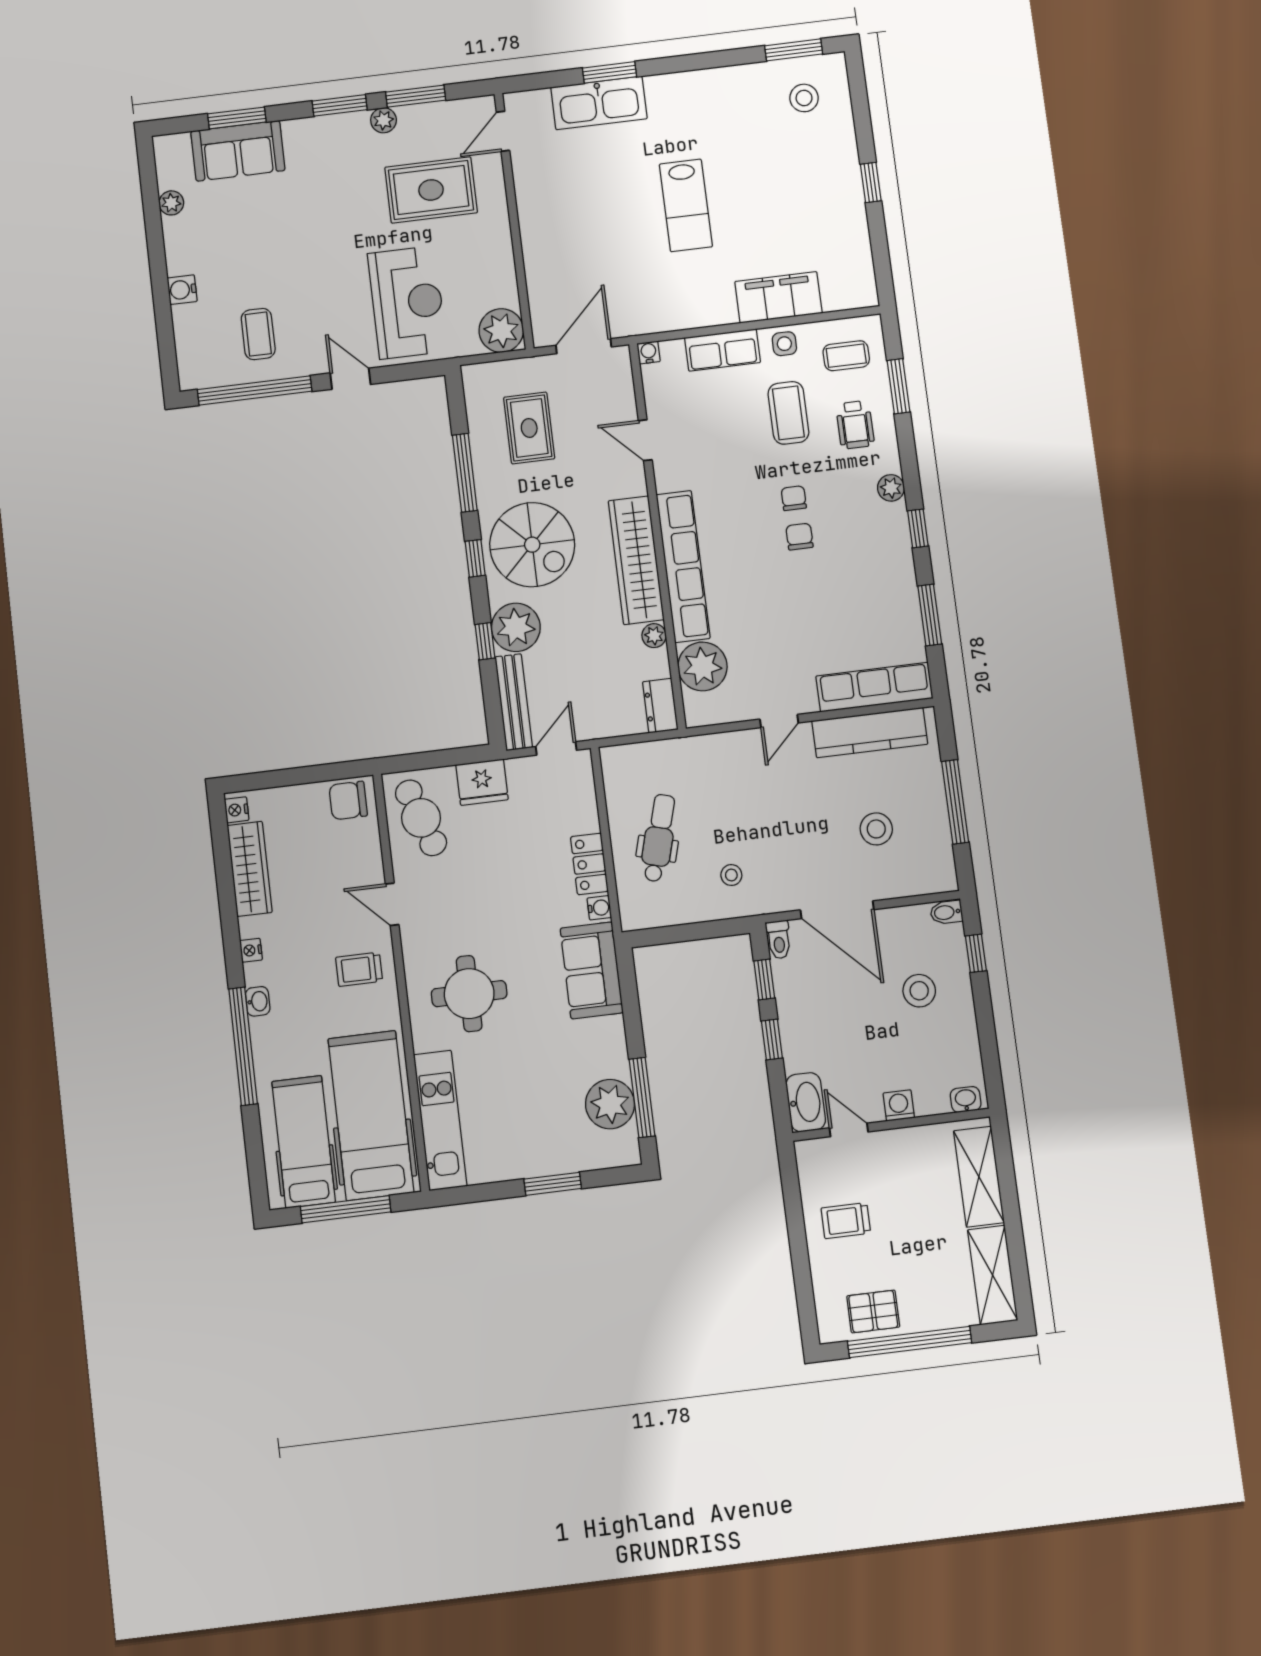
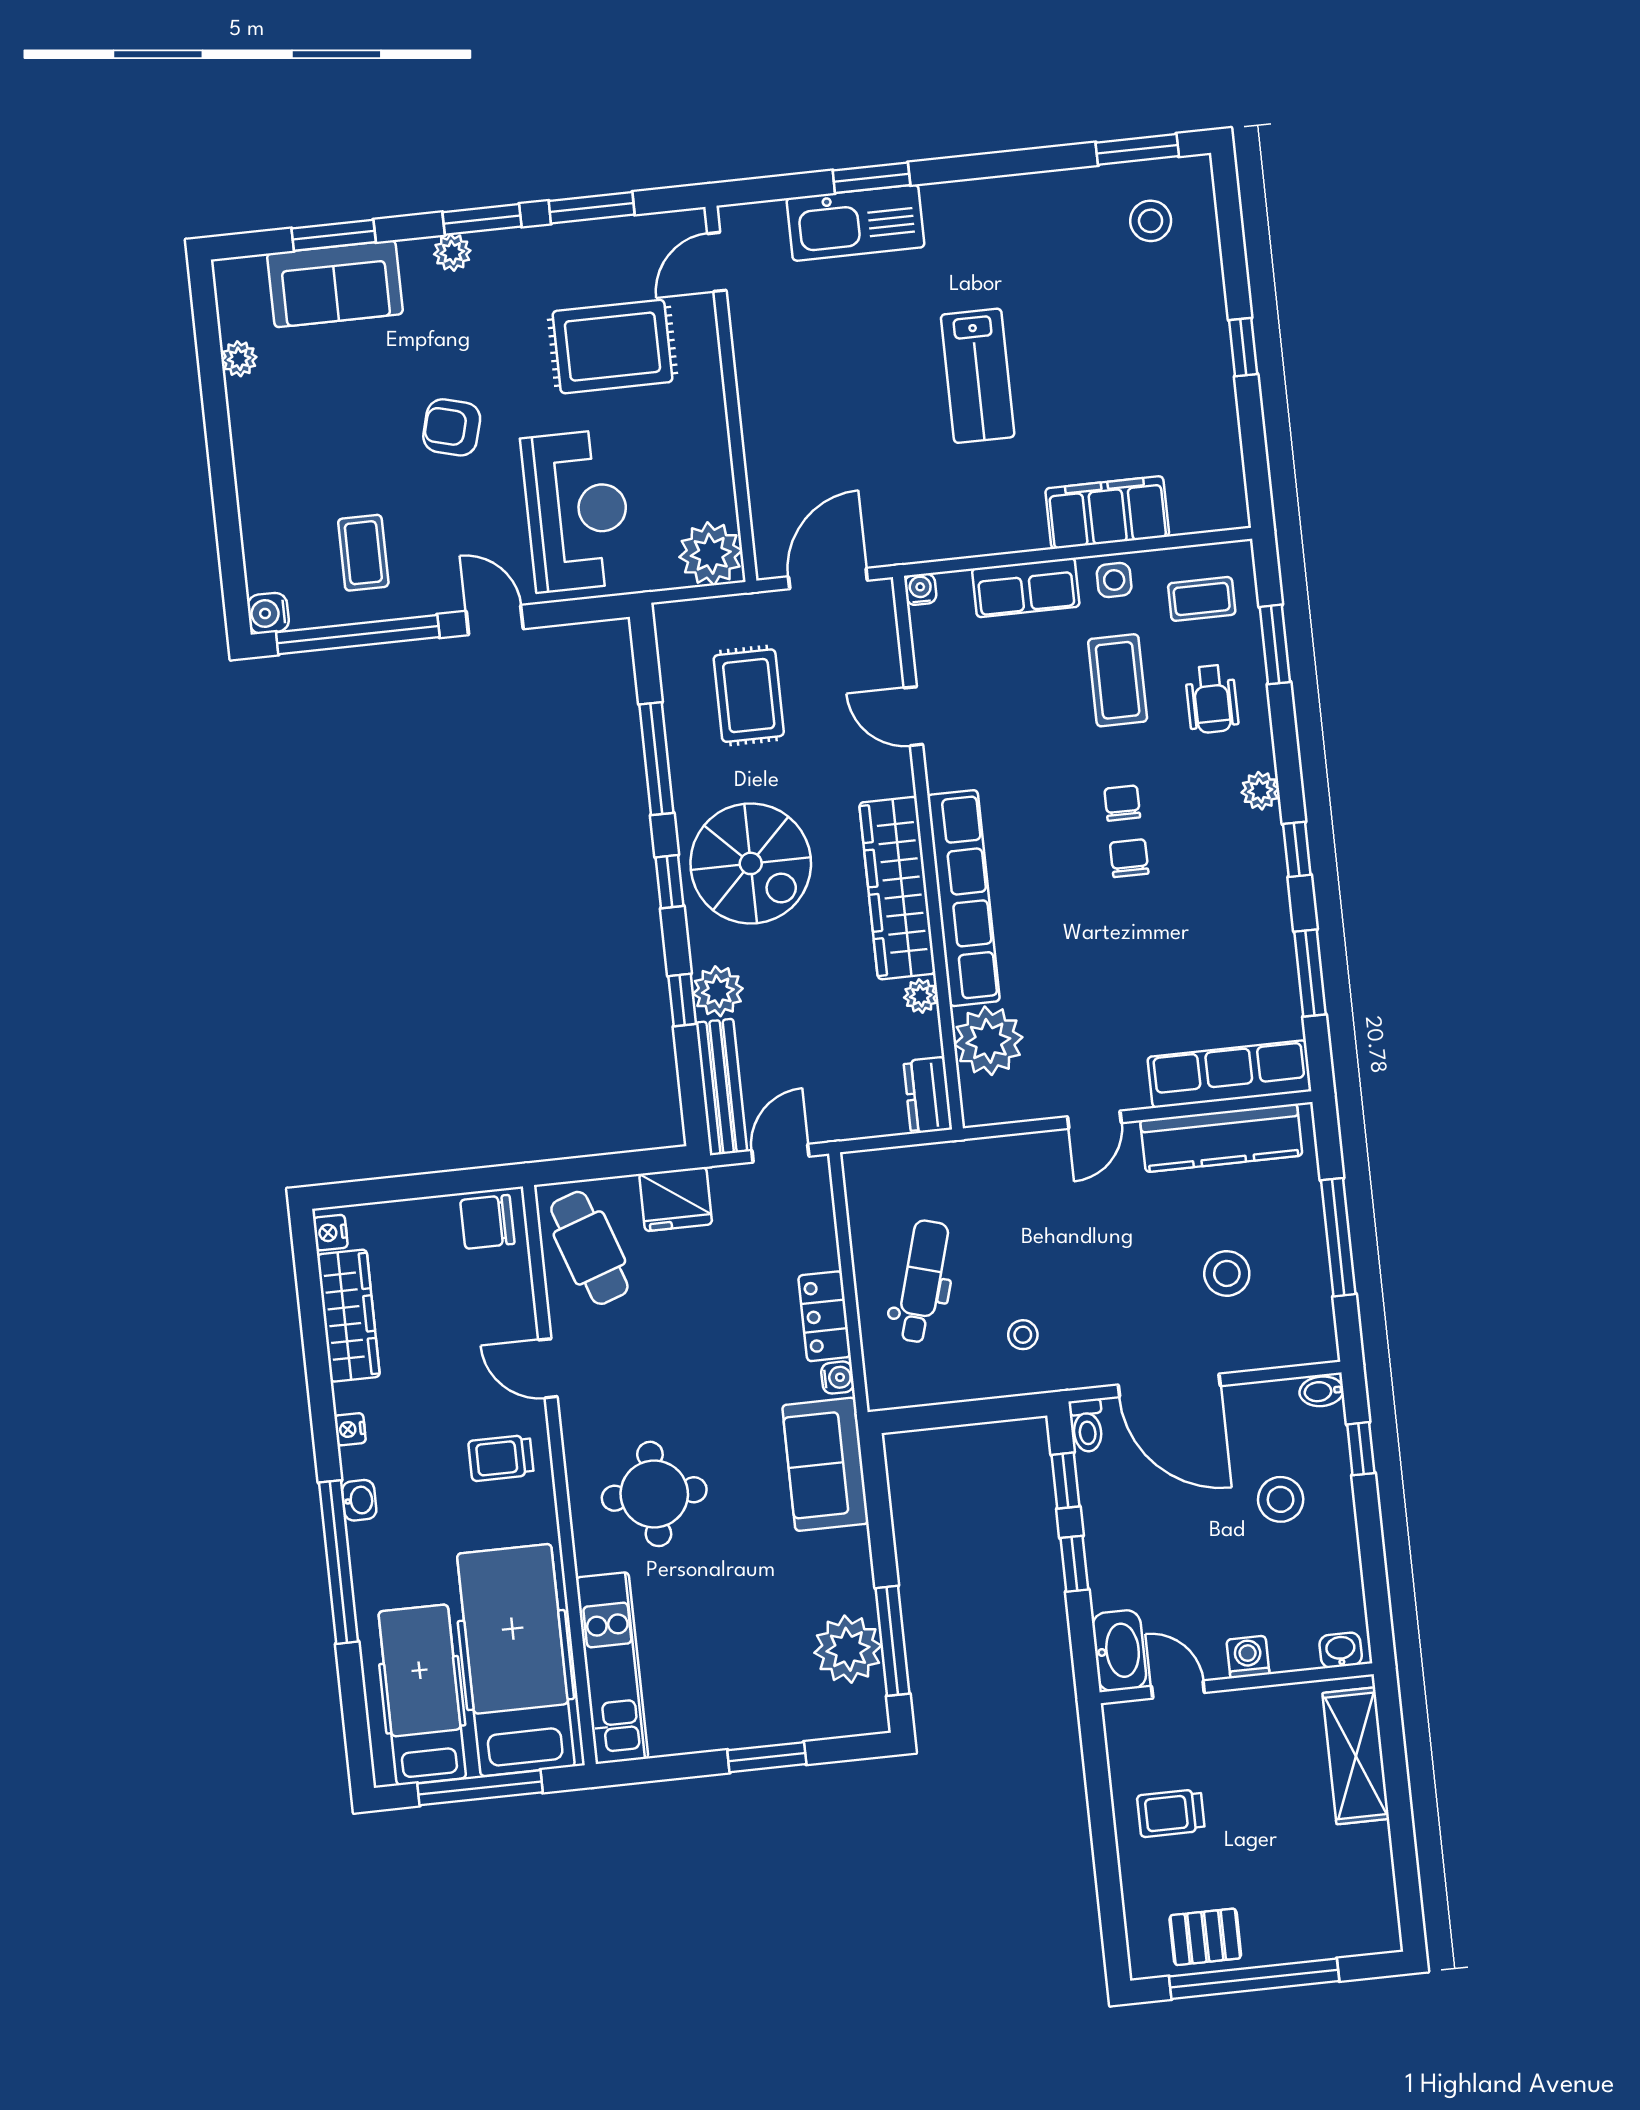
plant: (384, 120) -> (452, 252), moved
armchair: (320, 247) -> (452, 427), added
water cooler: (182, 290) -> (268, 613), moved
plant: (516, 627) -> (718, 991), width x0.73, depth x0.73
shelving: (993, 1275) -> (1371, 1890), removed

